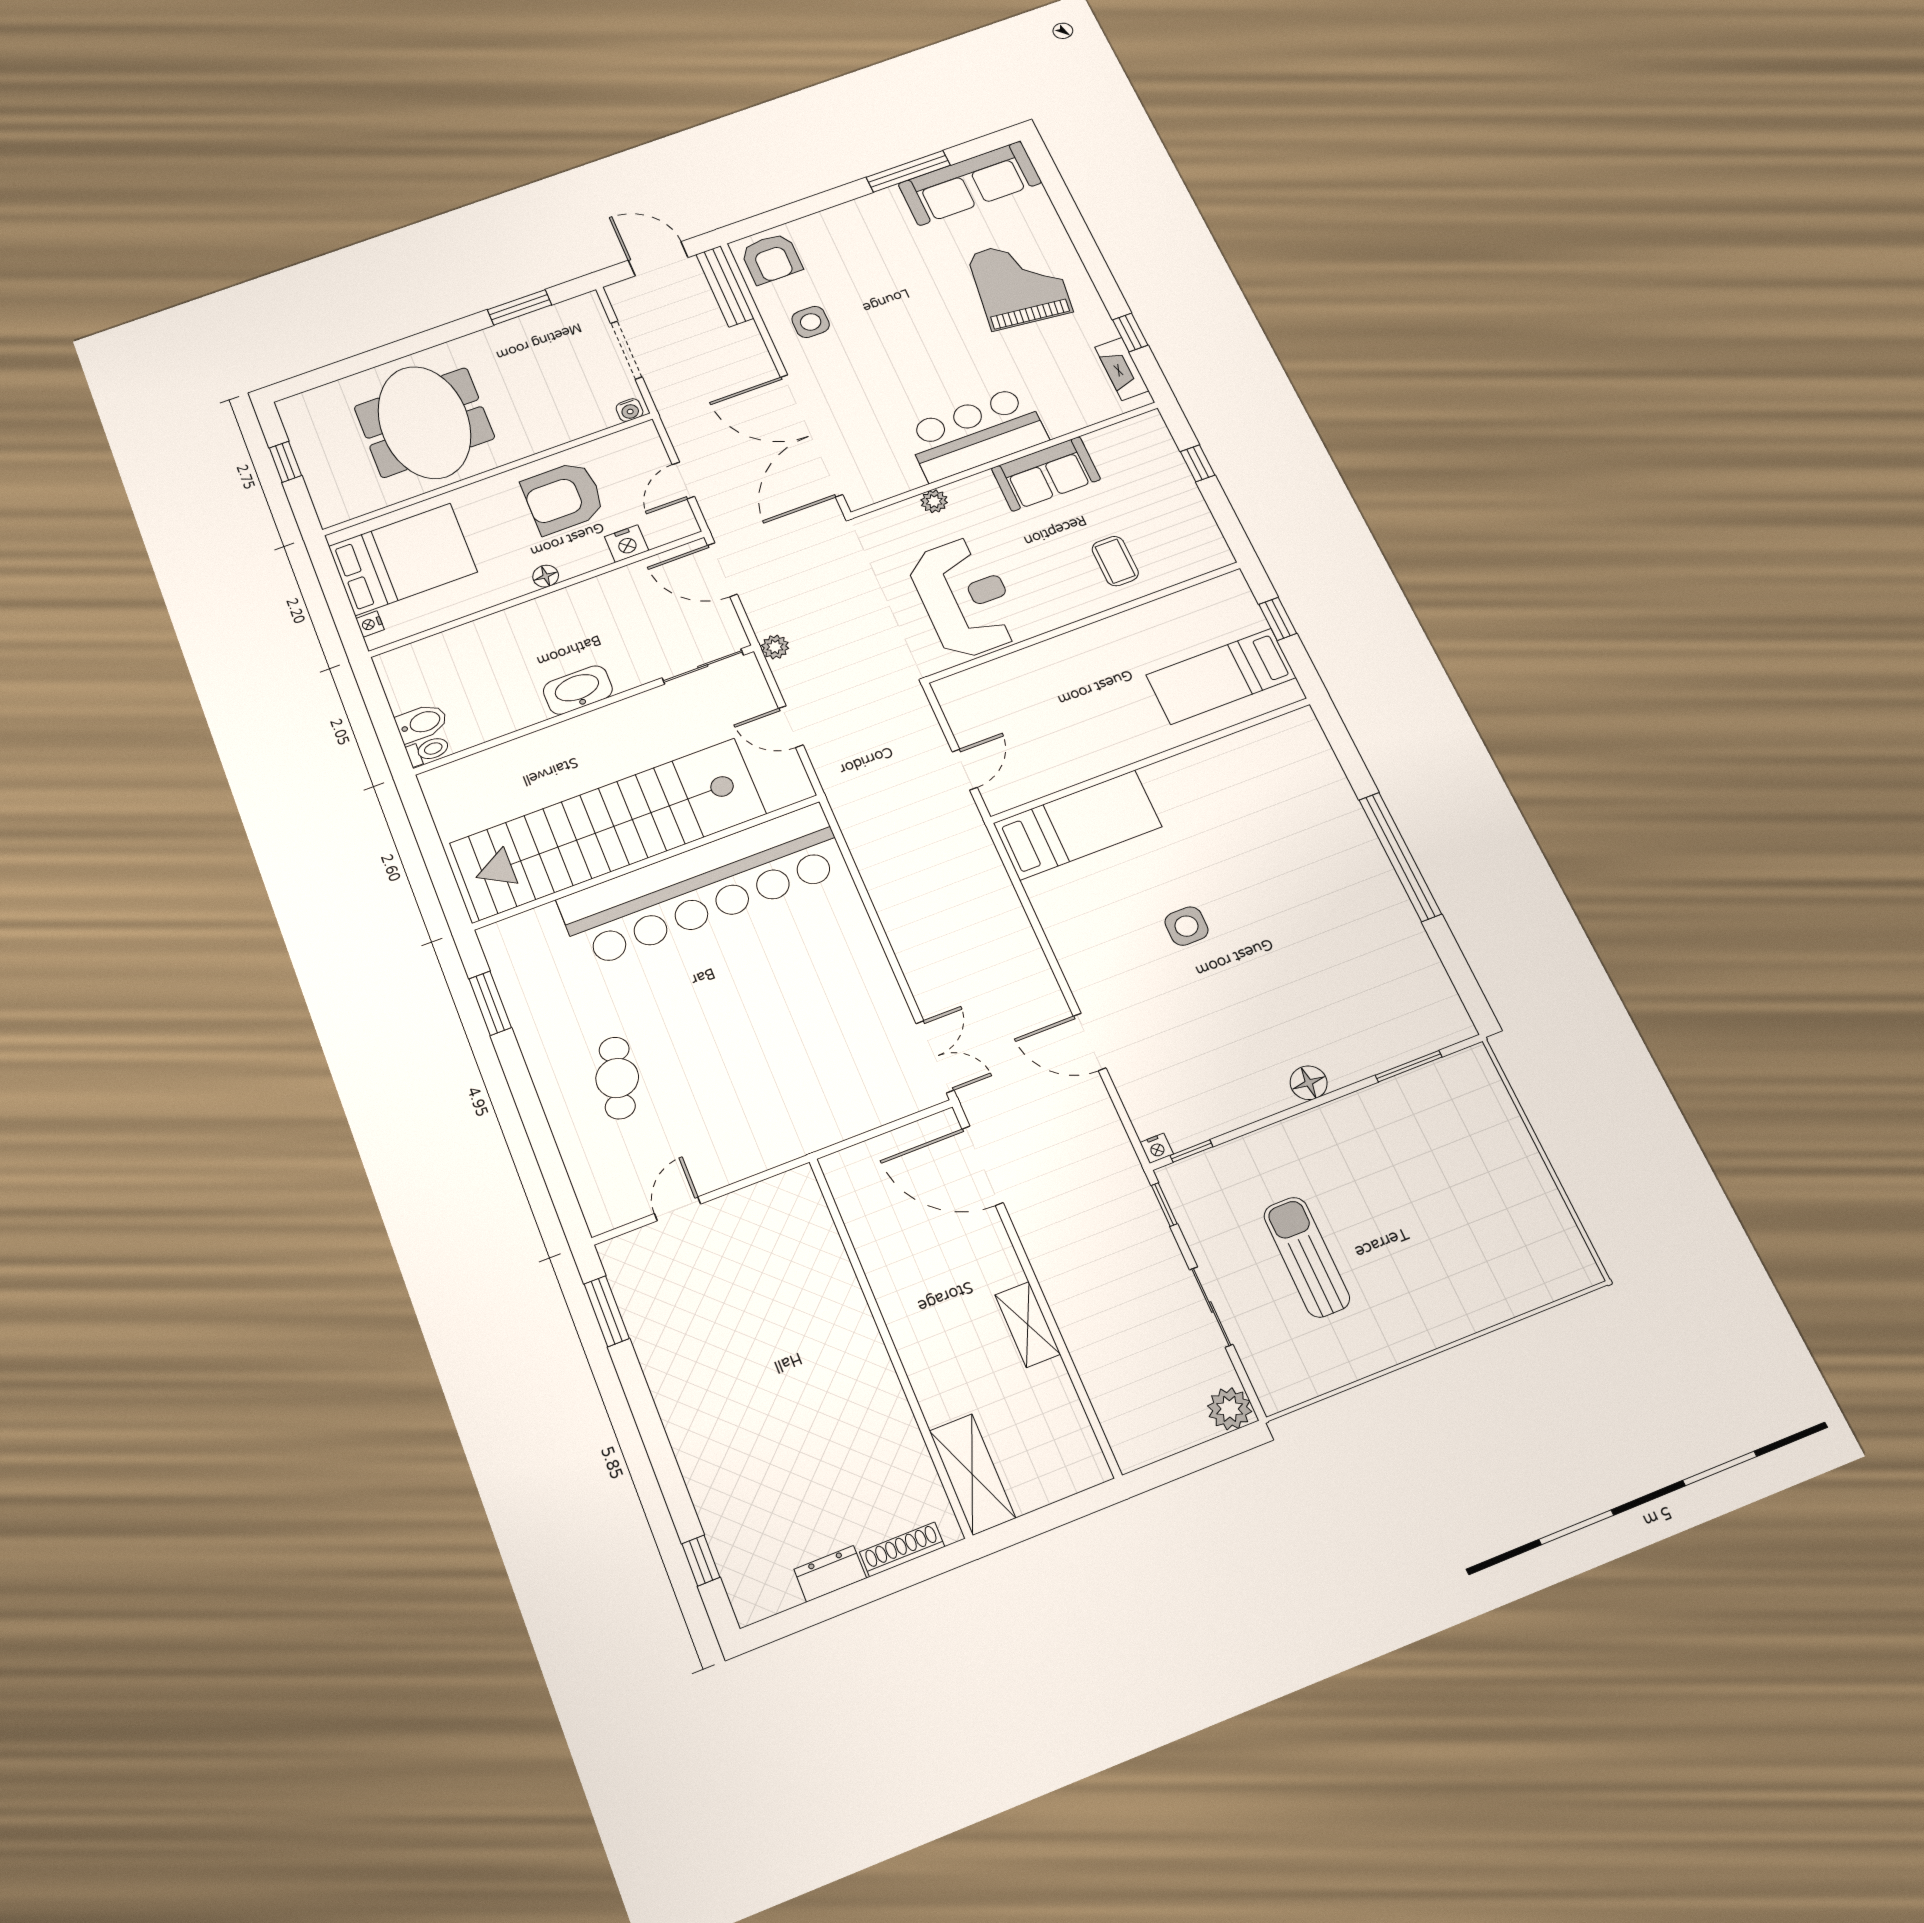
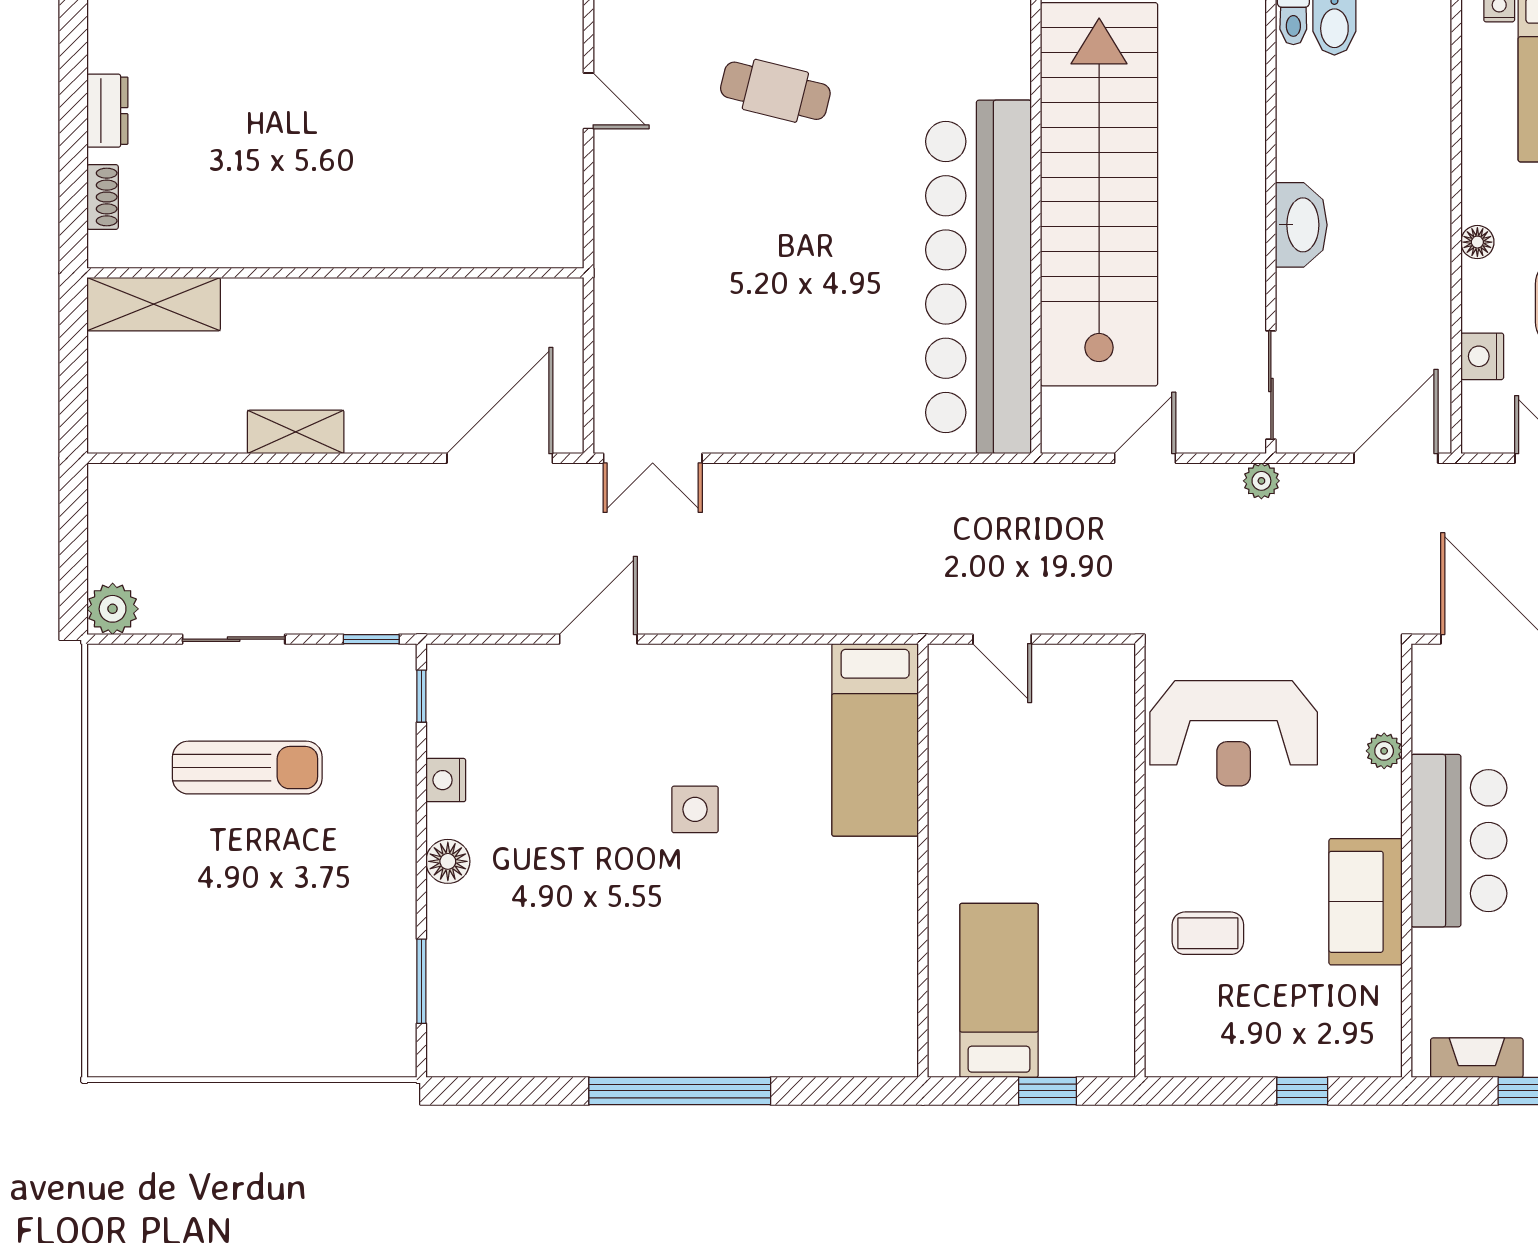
nightstand: (1157, 1148) -> (446, 780), moved, width x1.39, depth x1.35
shoe rack: (902, 1549) -> (103, 197), width x0.70

